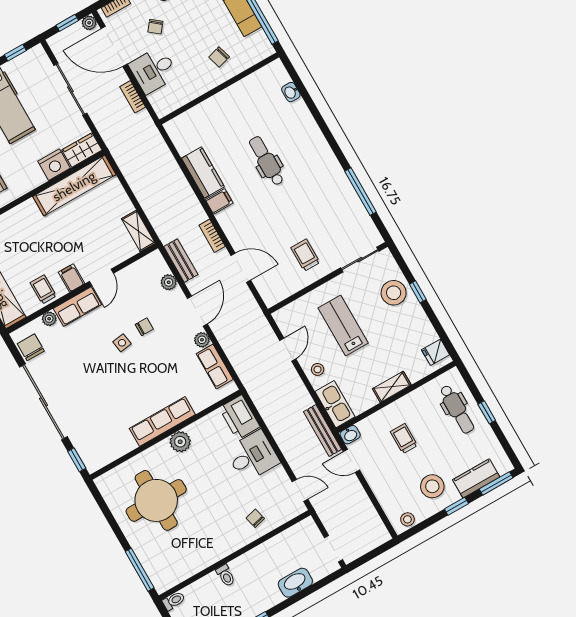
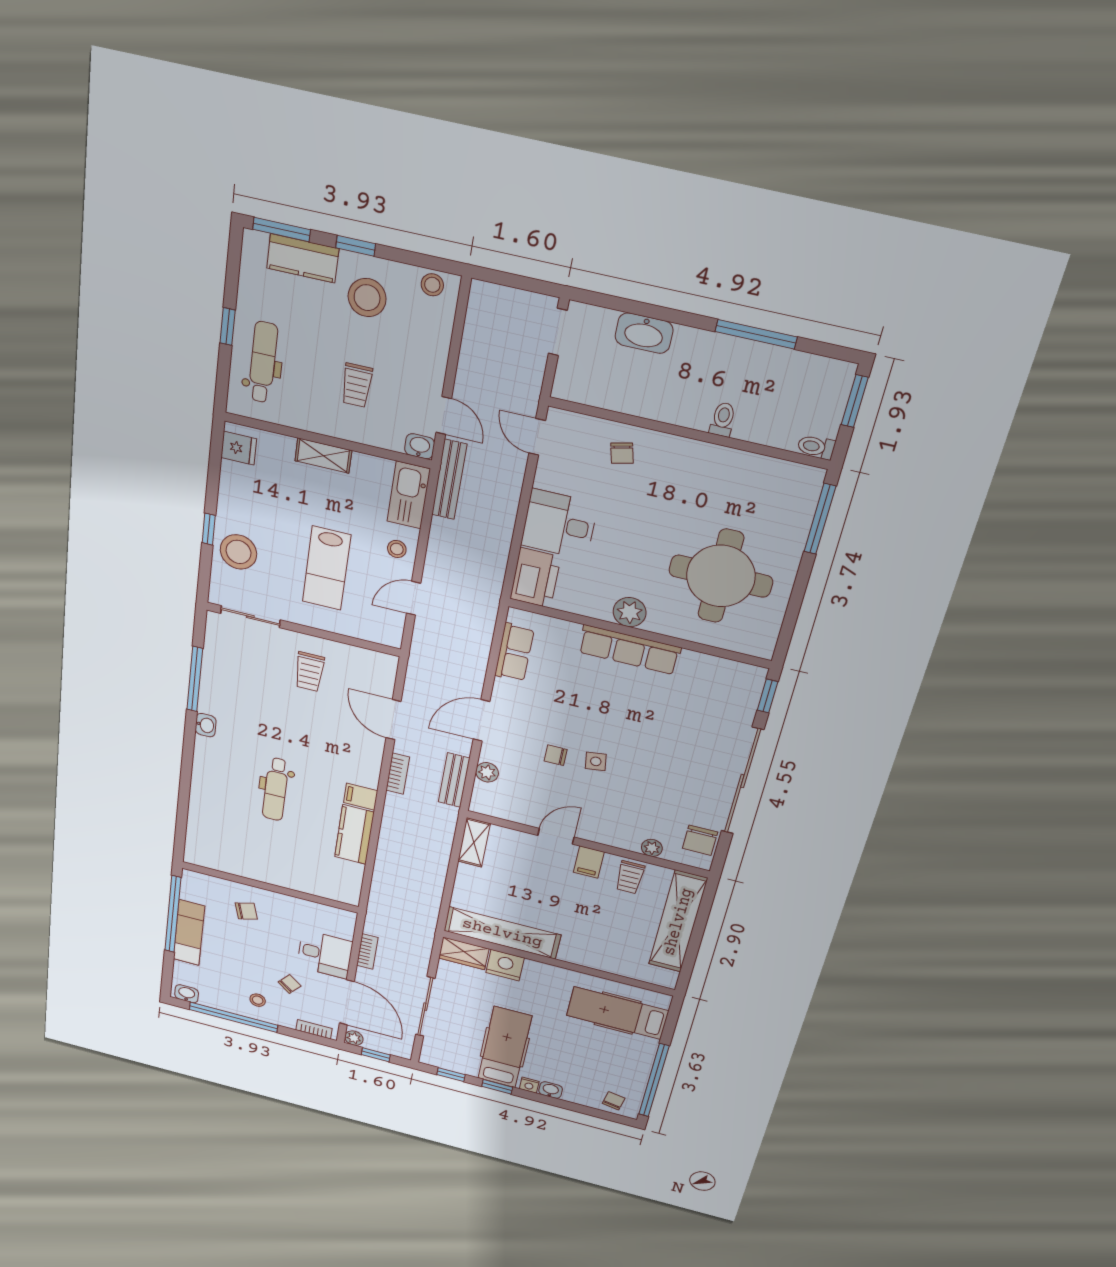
washbasin: (291, 92) -> (206, 725), moved
row of seats: (77, 307) -> (610, 833), removed
plant: (202, 340) -> (503, 690), removed

